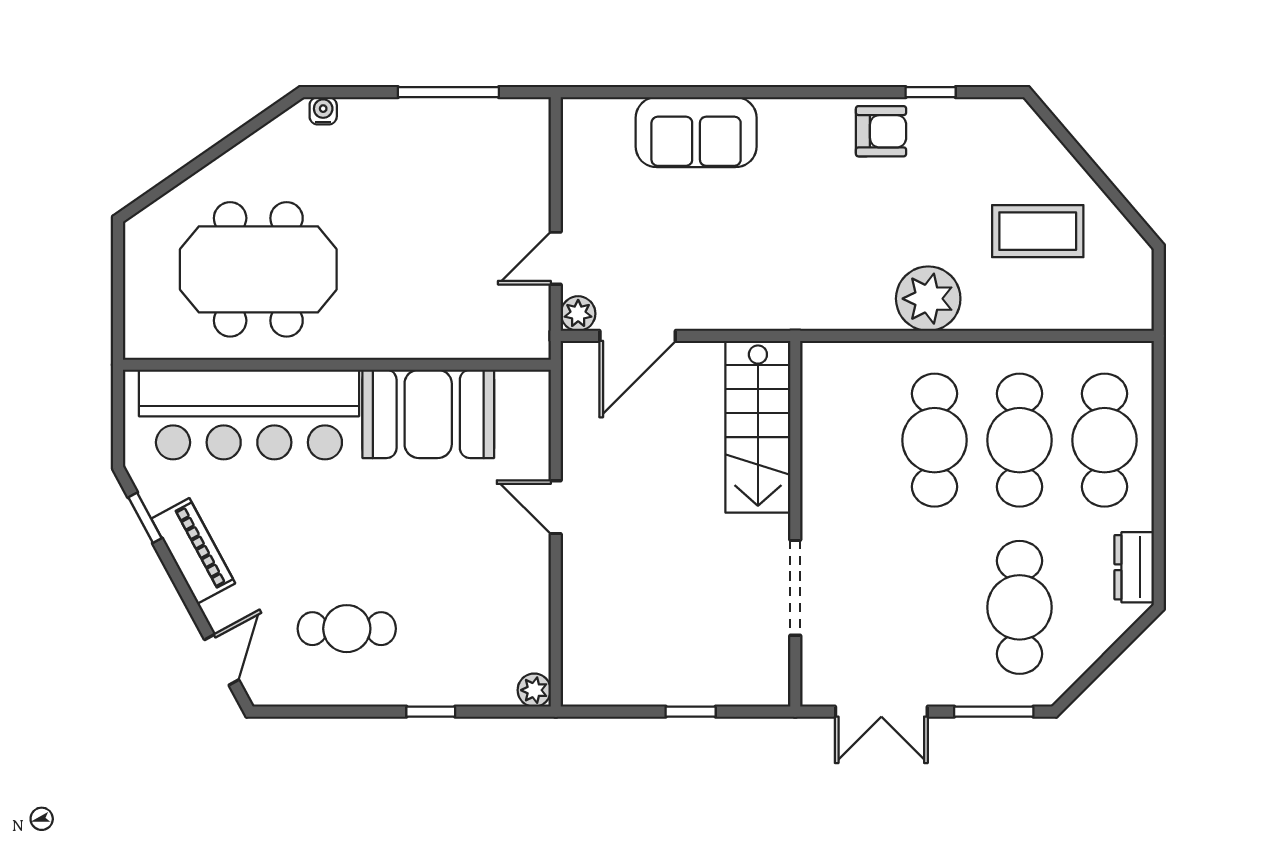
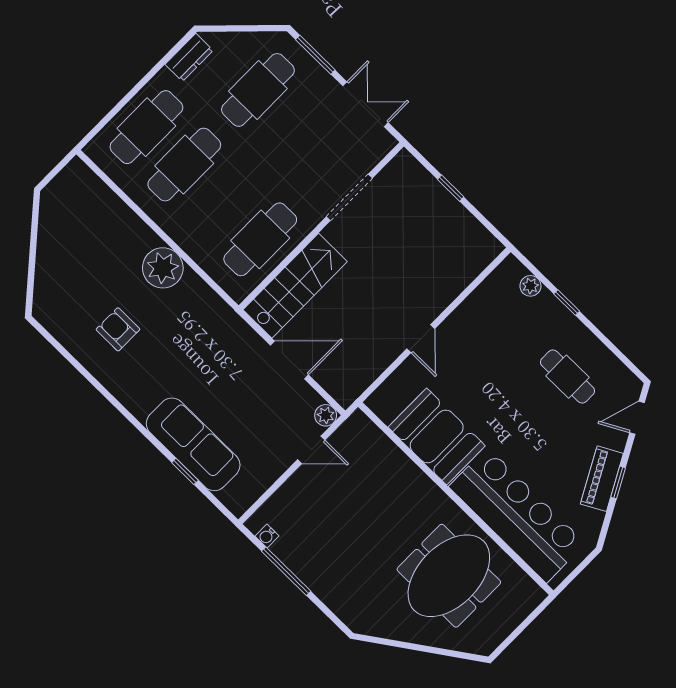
window: (931, 92) -> (185, 471), moved
water cooler: (323, 111) -> (267, 536), moved
armchair: (881, 131) -> (118, 329), moved
sofa: (696, 132) -> (193, 444), width x1.36
coffee table: (1038, 231) -> (84, 250), removed
meeting table: (258, 269) -> (449, 576), turned 90
door: (638, 336) -> (289, 360), moved
cafe table: (935, 440) -> (260, 239), moved
window: (145, 518) -> (618, 483), moved
plant: (534, 690) -> (530, 286), moved

